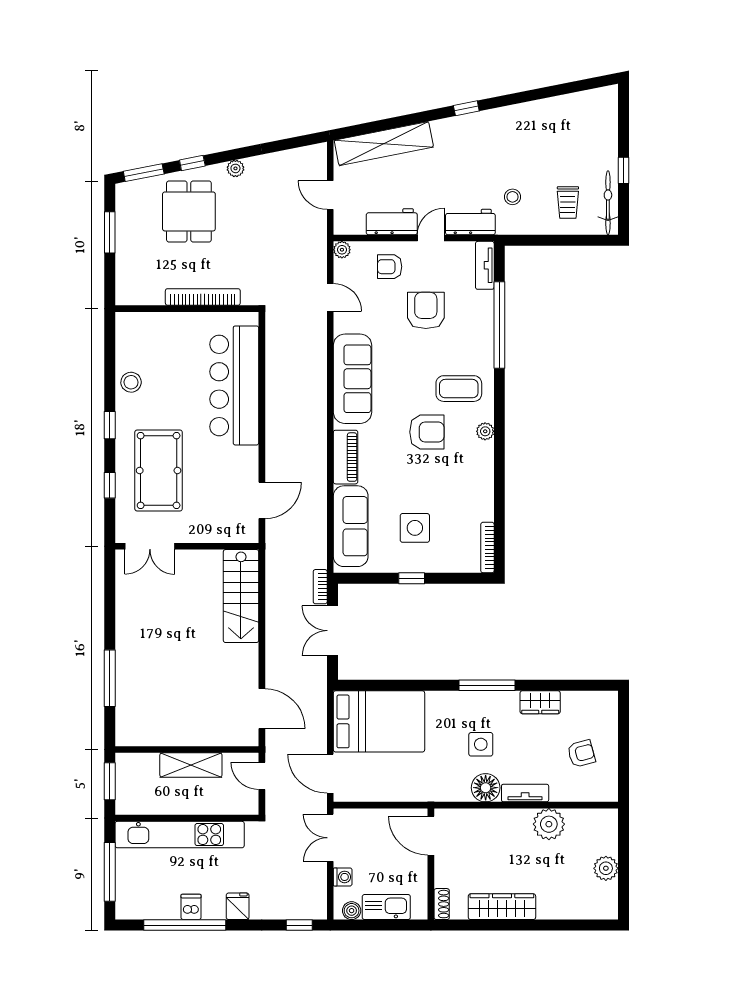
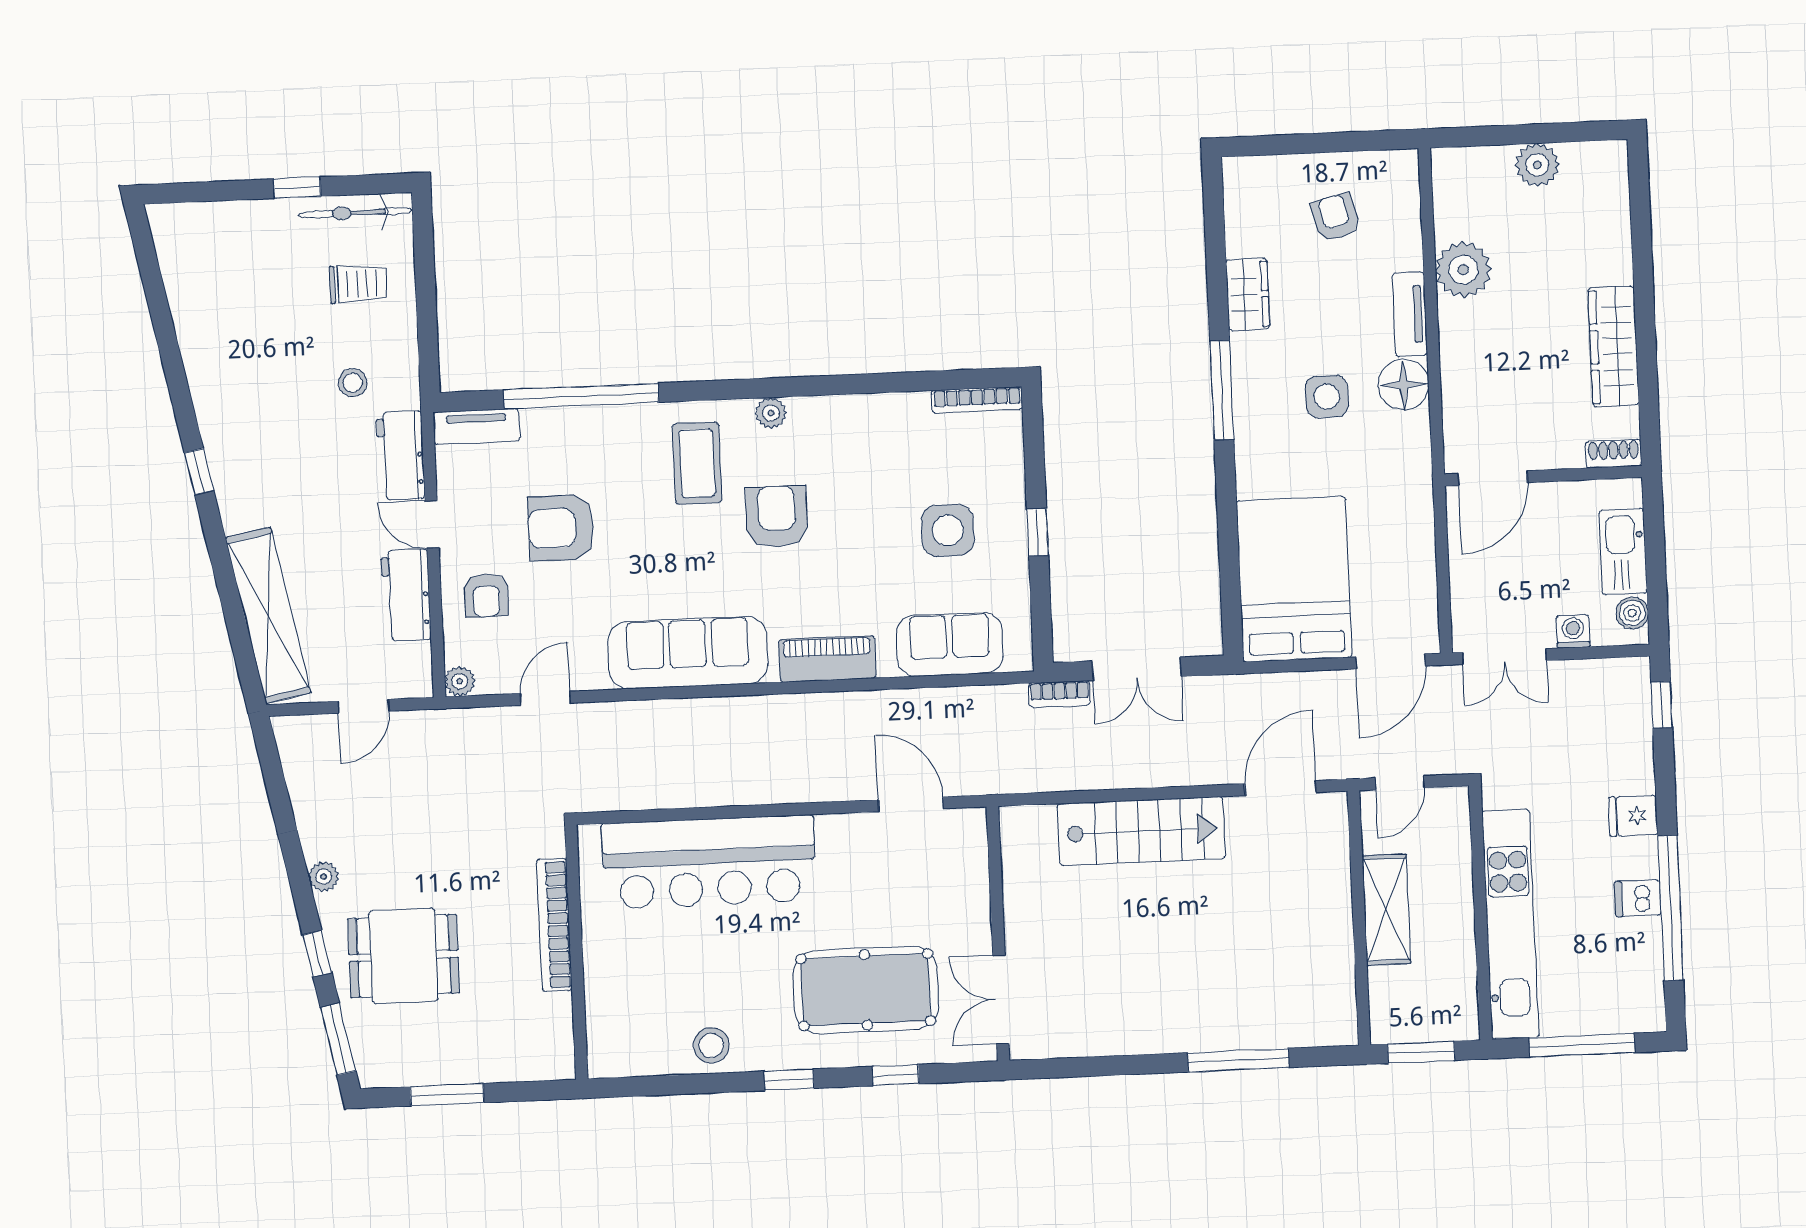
sofa: (351, 526) -> (950, 644), width x0.73
double door: (150, 546) -> (1001, 999), swing flipped
stairs: (241, 596) -> (1141, 831), moved

